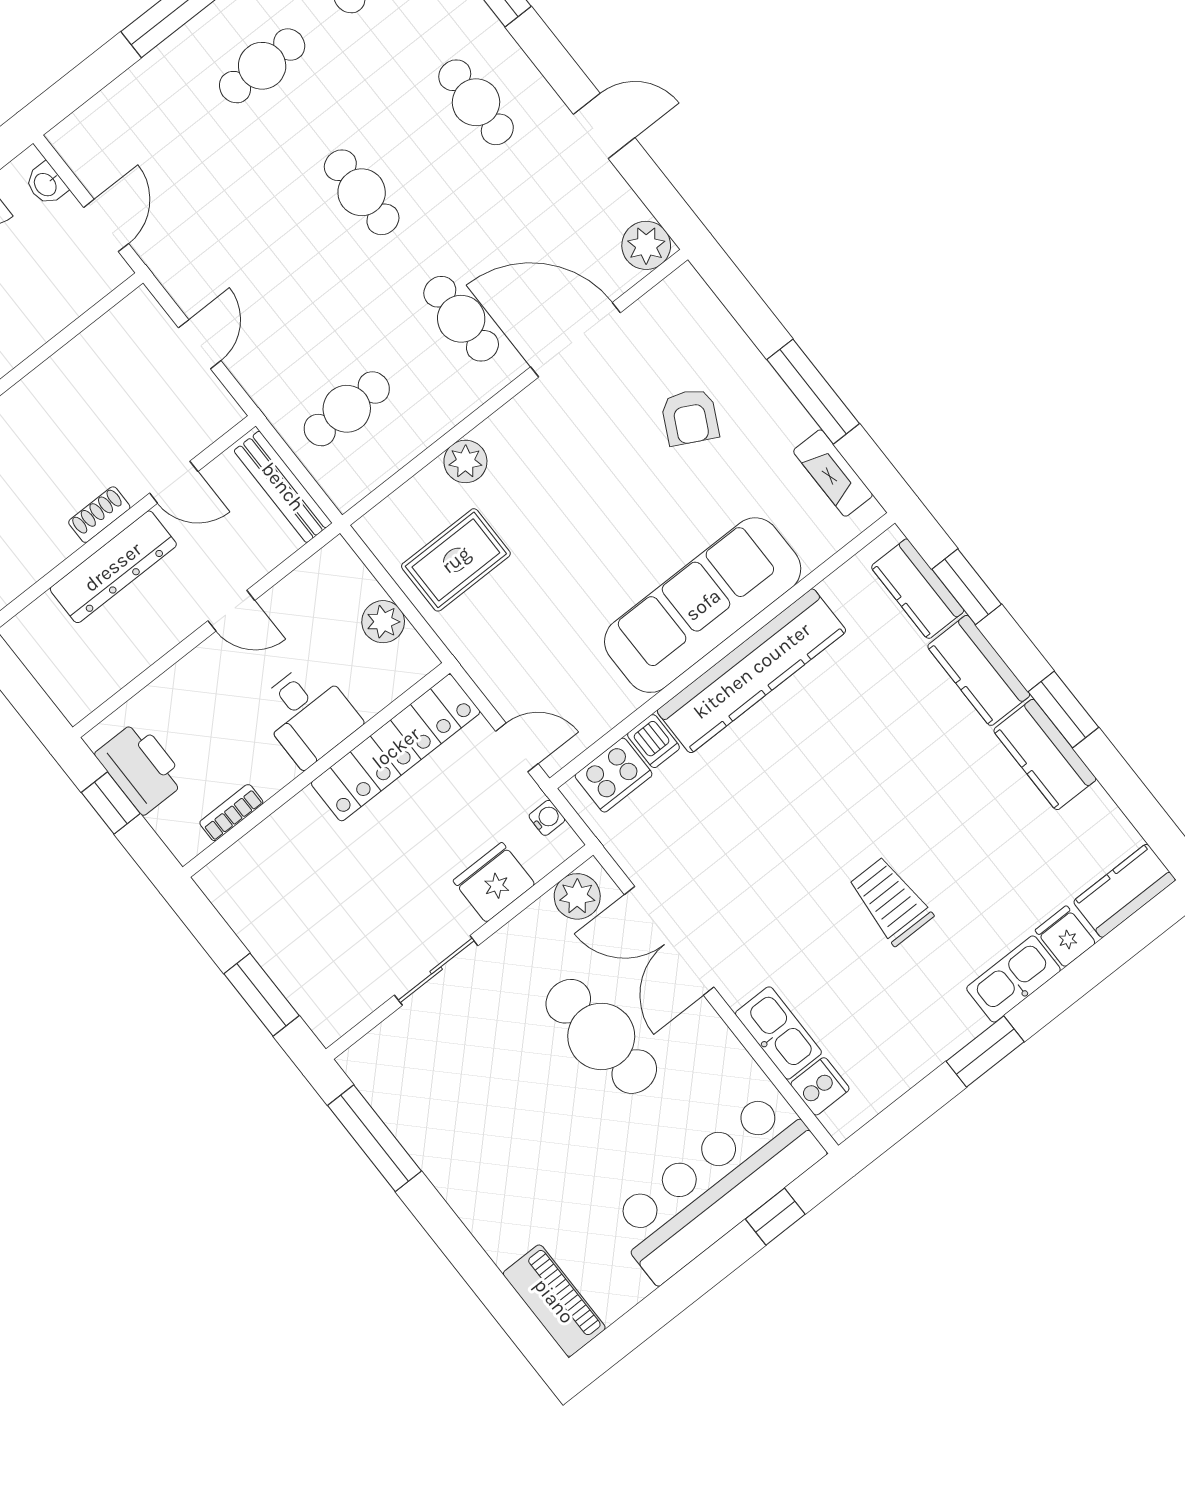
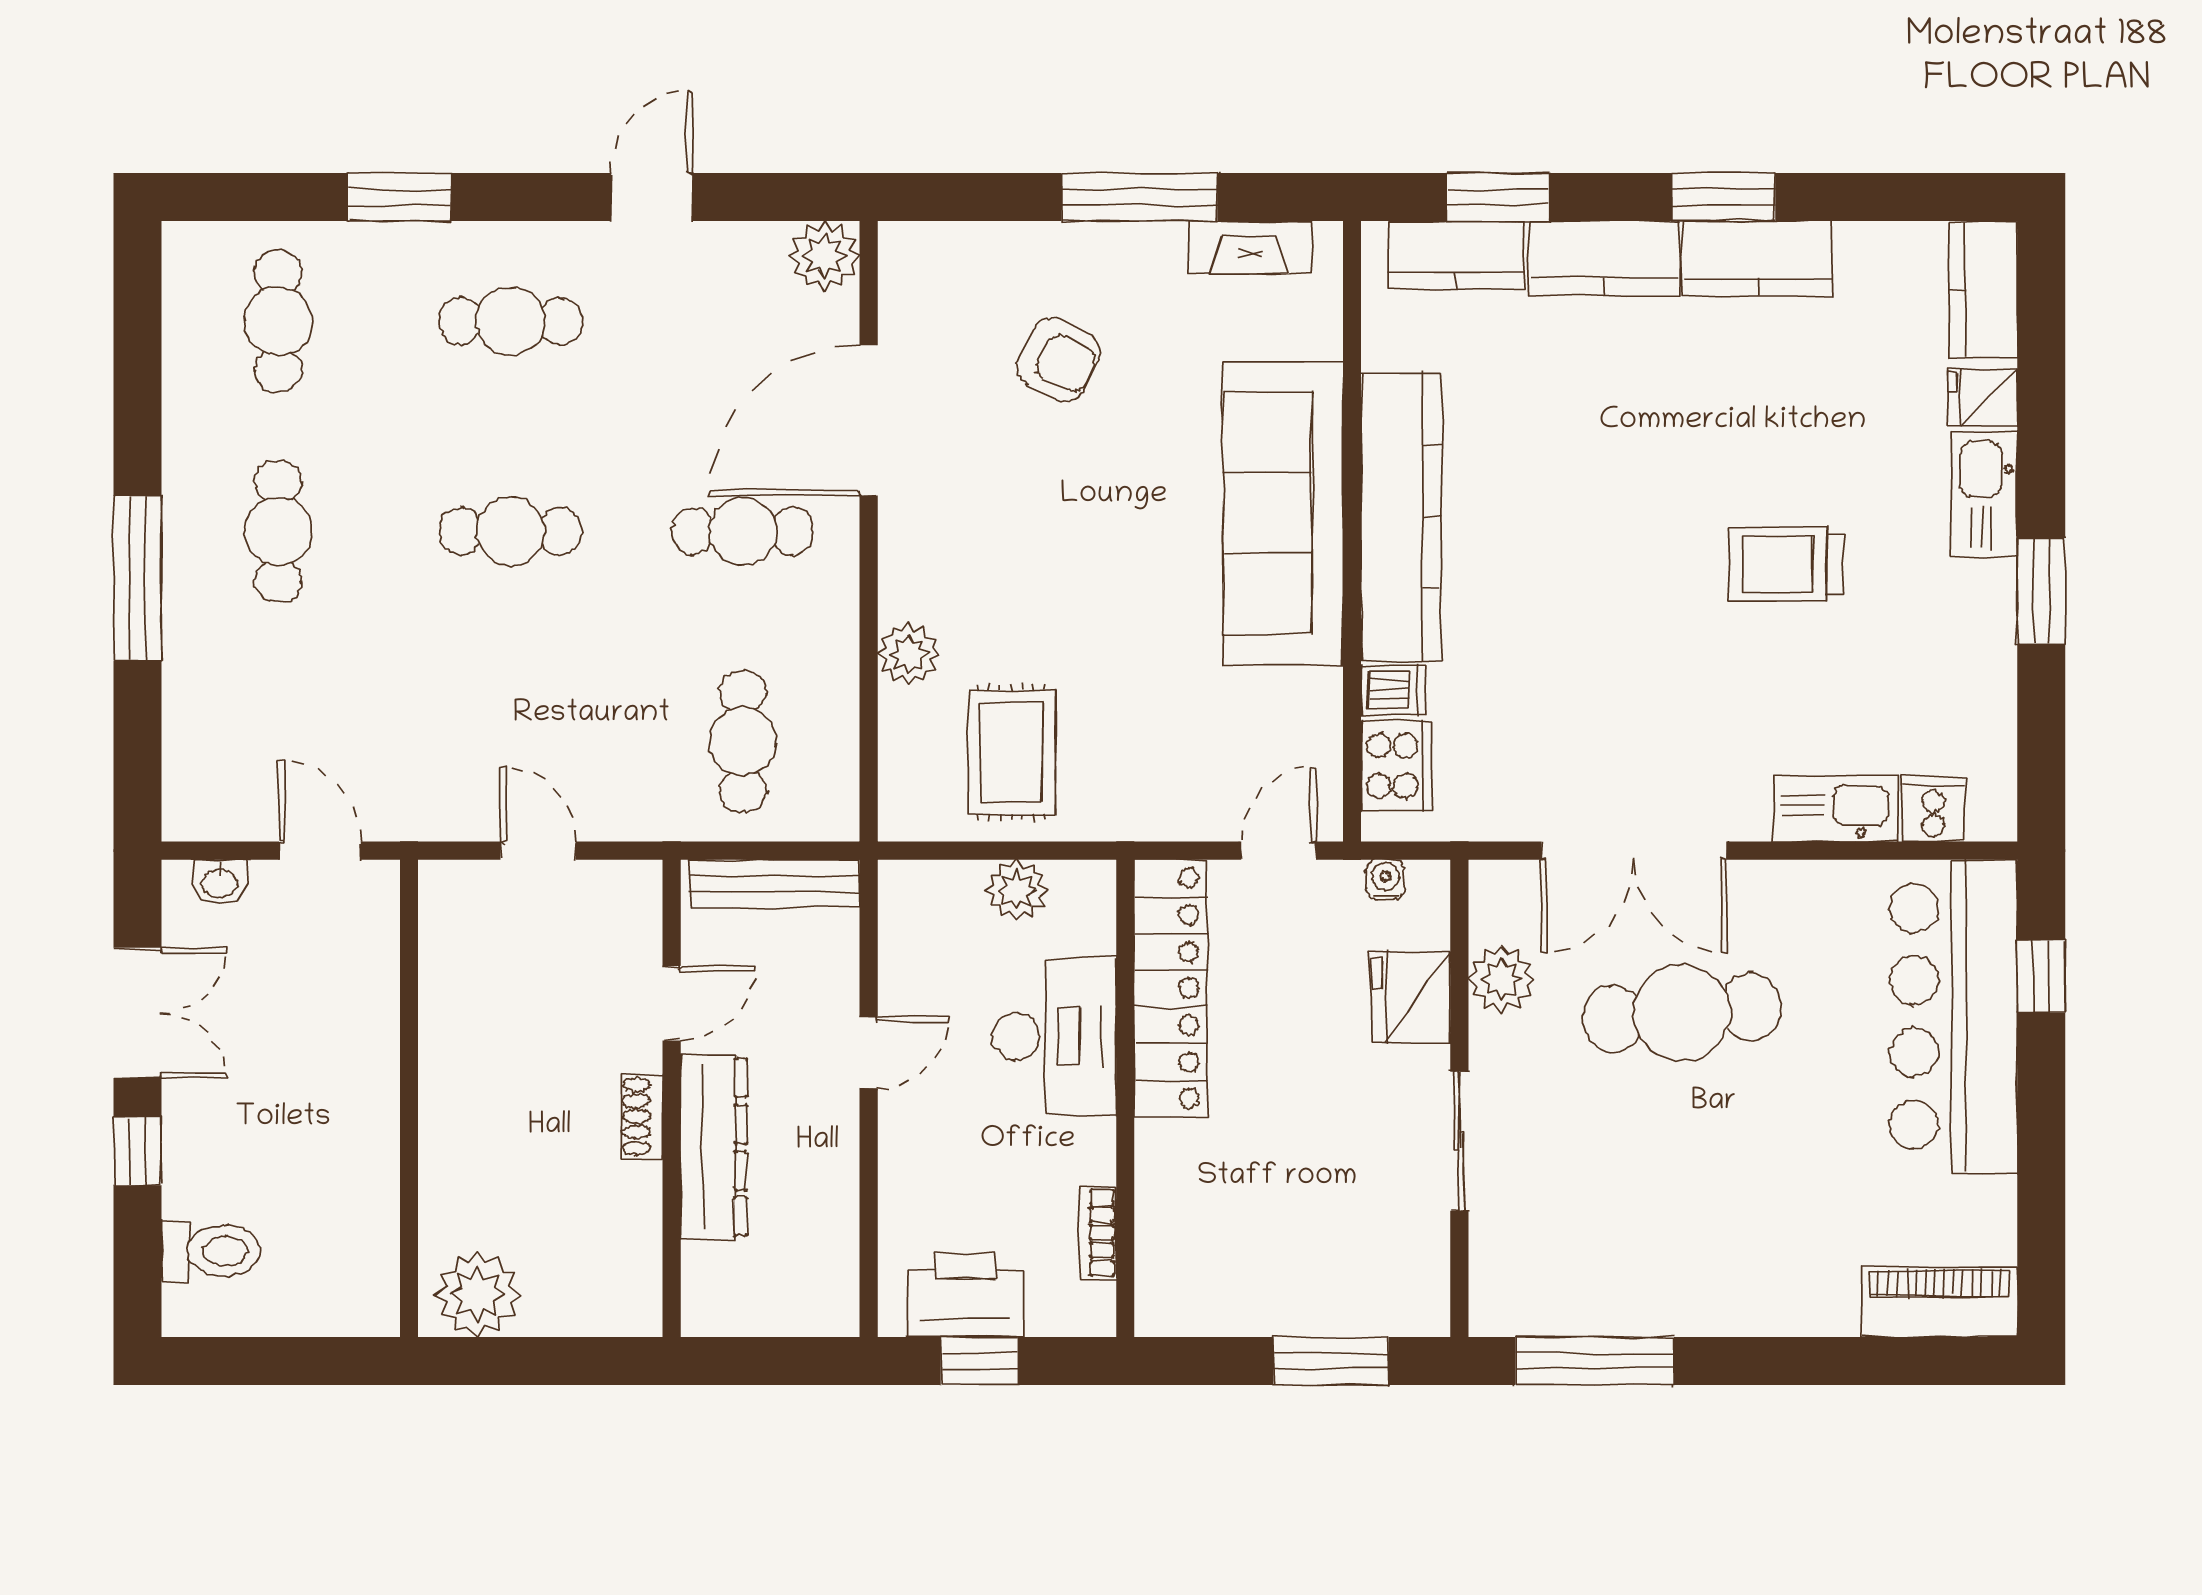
desk: (308, 714) -> (1054, 1037), width x1.37
plant: (577, 896) -> (1501, 979), moved

